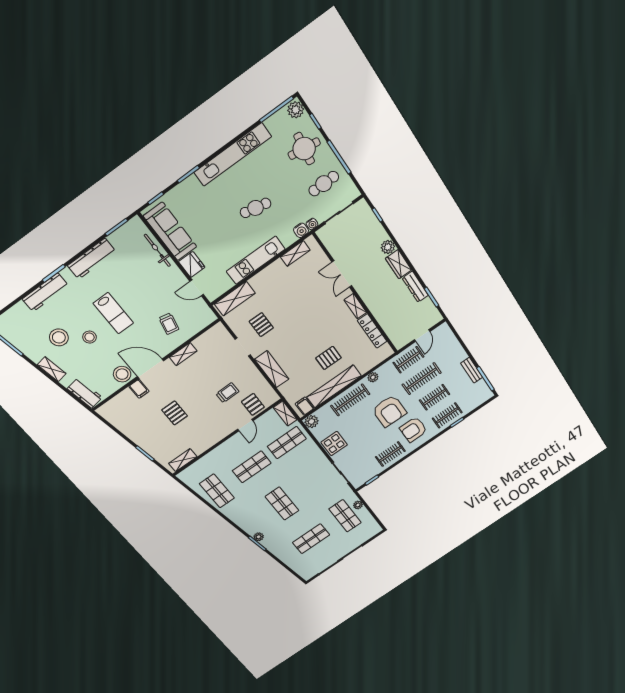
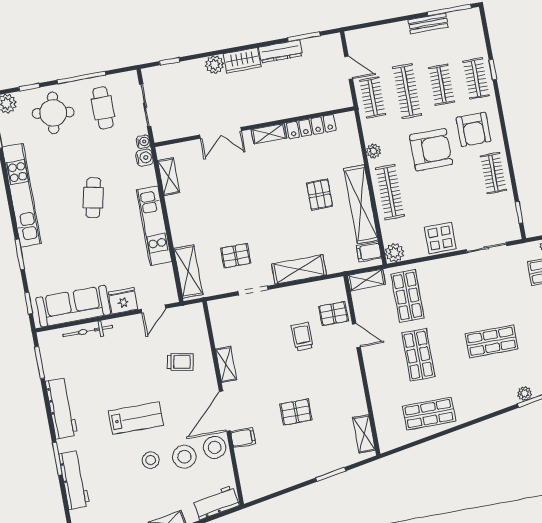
stool: (59, 337) -> (184, 457), moved

